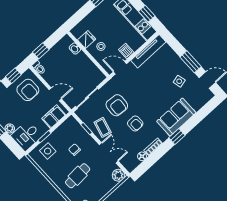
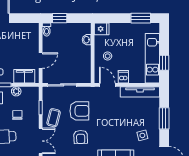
fridge: (87, 40) -> (102, 29), moved
window: (191, 62) -> (164, 118), moved
window: (13, 76) -> (22, 18), removed
armchair: (28, 90) -> (23, 39), removed
door: (55, 94) -> (41, 61), hinge flipped
armchair: (117, 105) -> (79, 111), turned -94
plant: (58, 133) -> (16, 91), added

